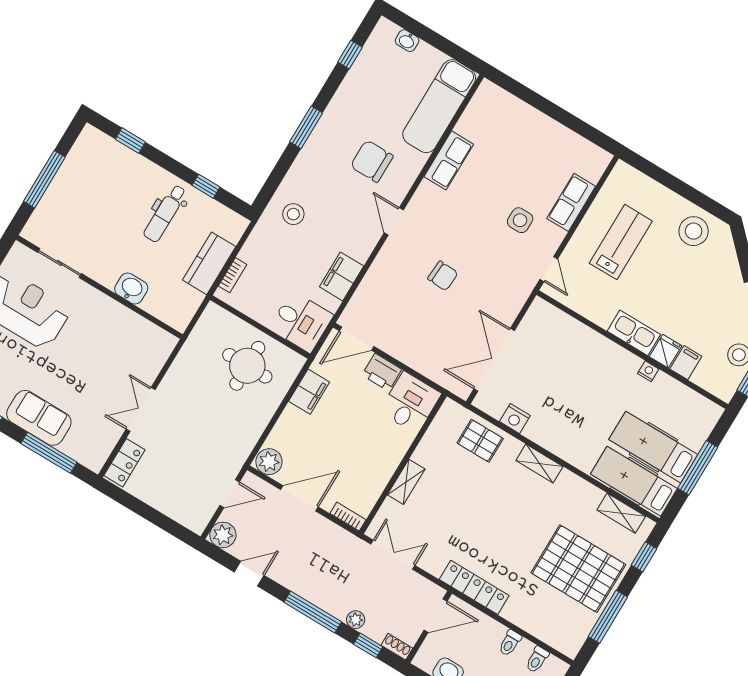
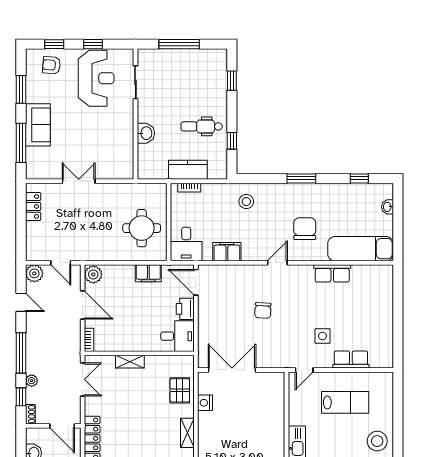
locker: (124, 463) -> (33, 206), moved, turned -90

